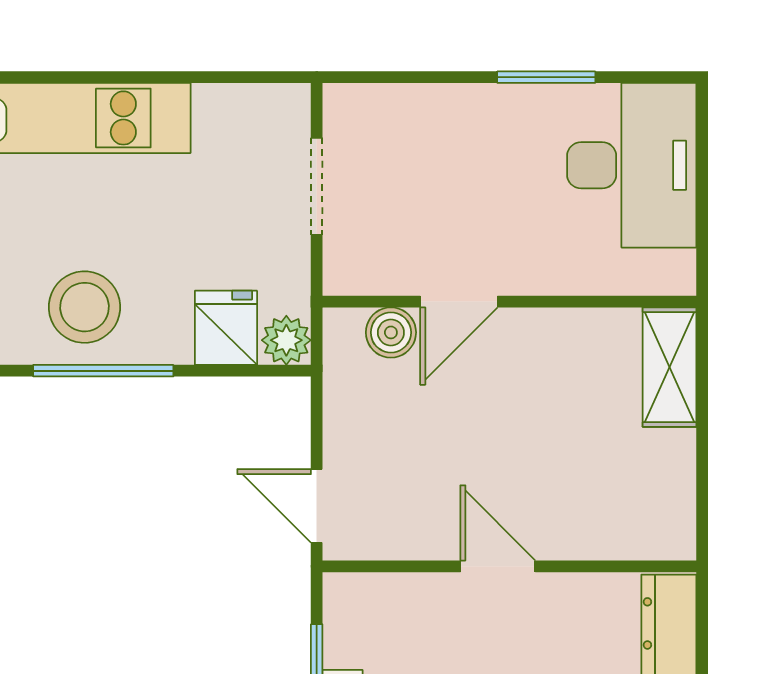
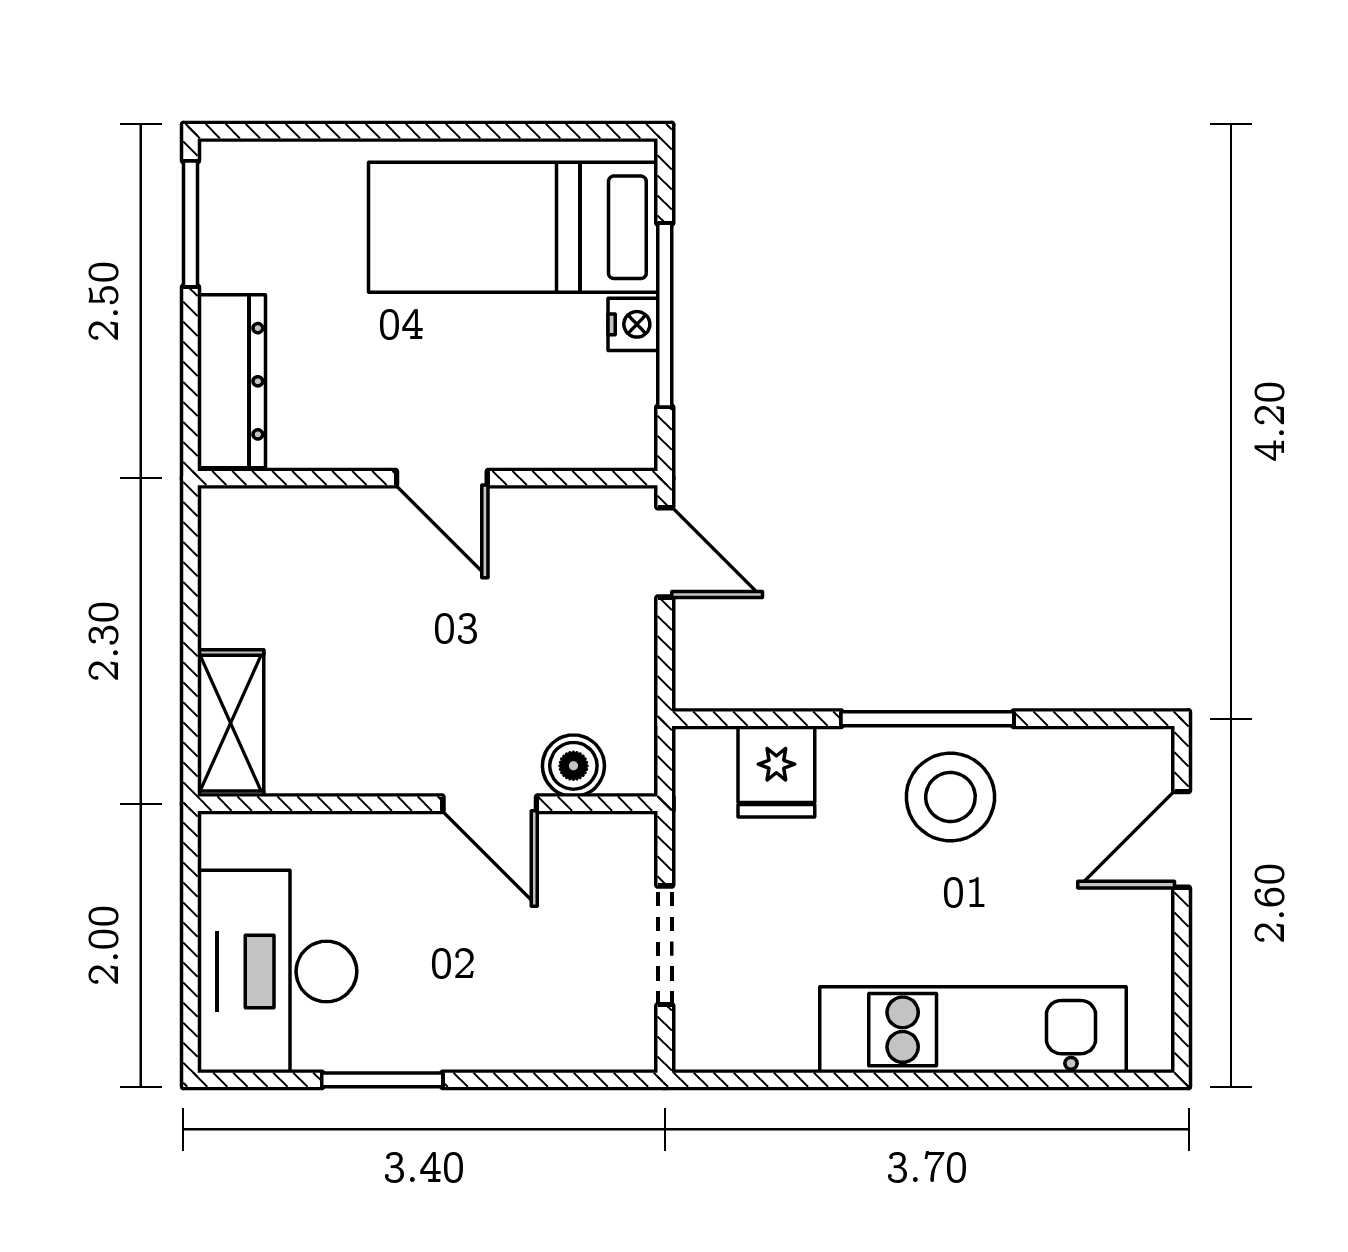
door: (459, 302) -> (490, 804), swing flipped
plant: (286, 340) -> (702, 756), removed

